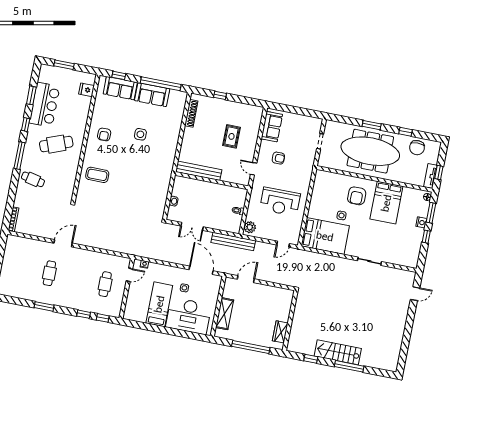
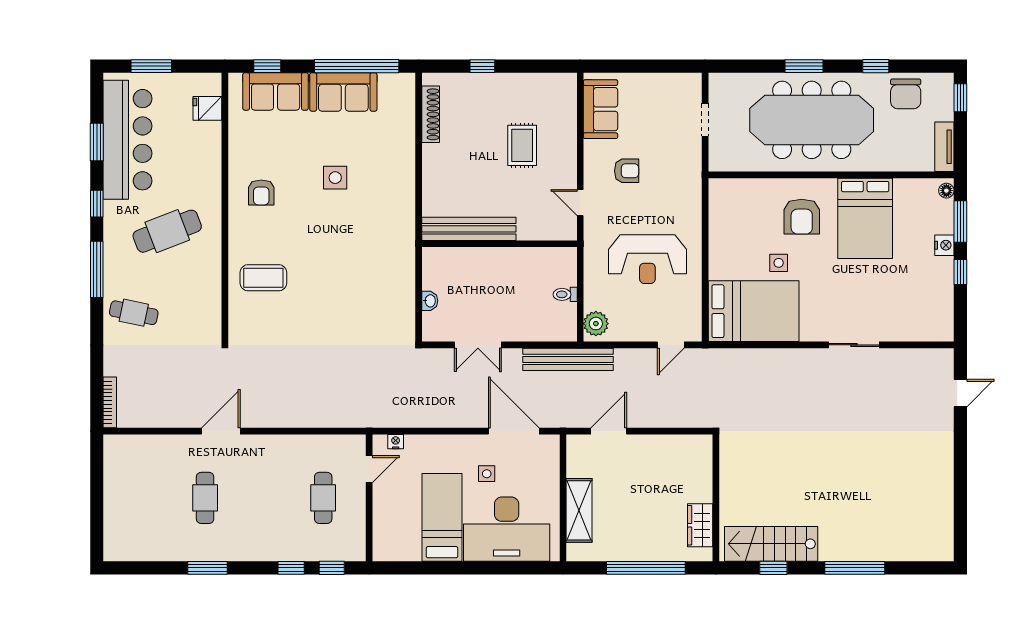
bar counter: (45, 105) -> (128, 140), width x1.36
window: (439, 173) -> (960, 98), moved
stairs: (338, 352) -> (771, 544), moved

